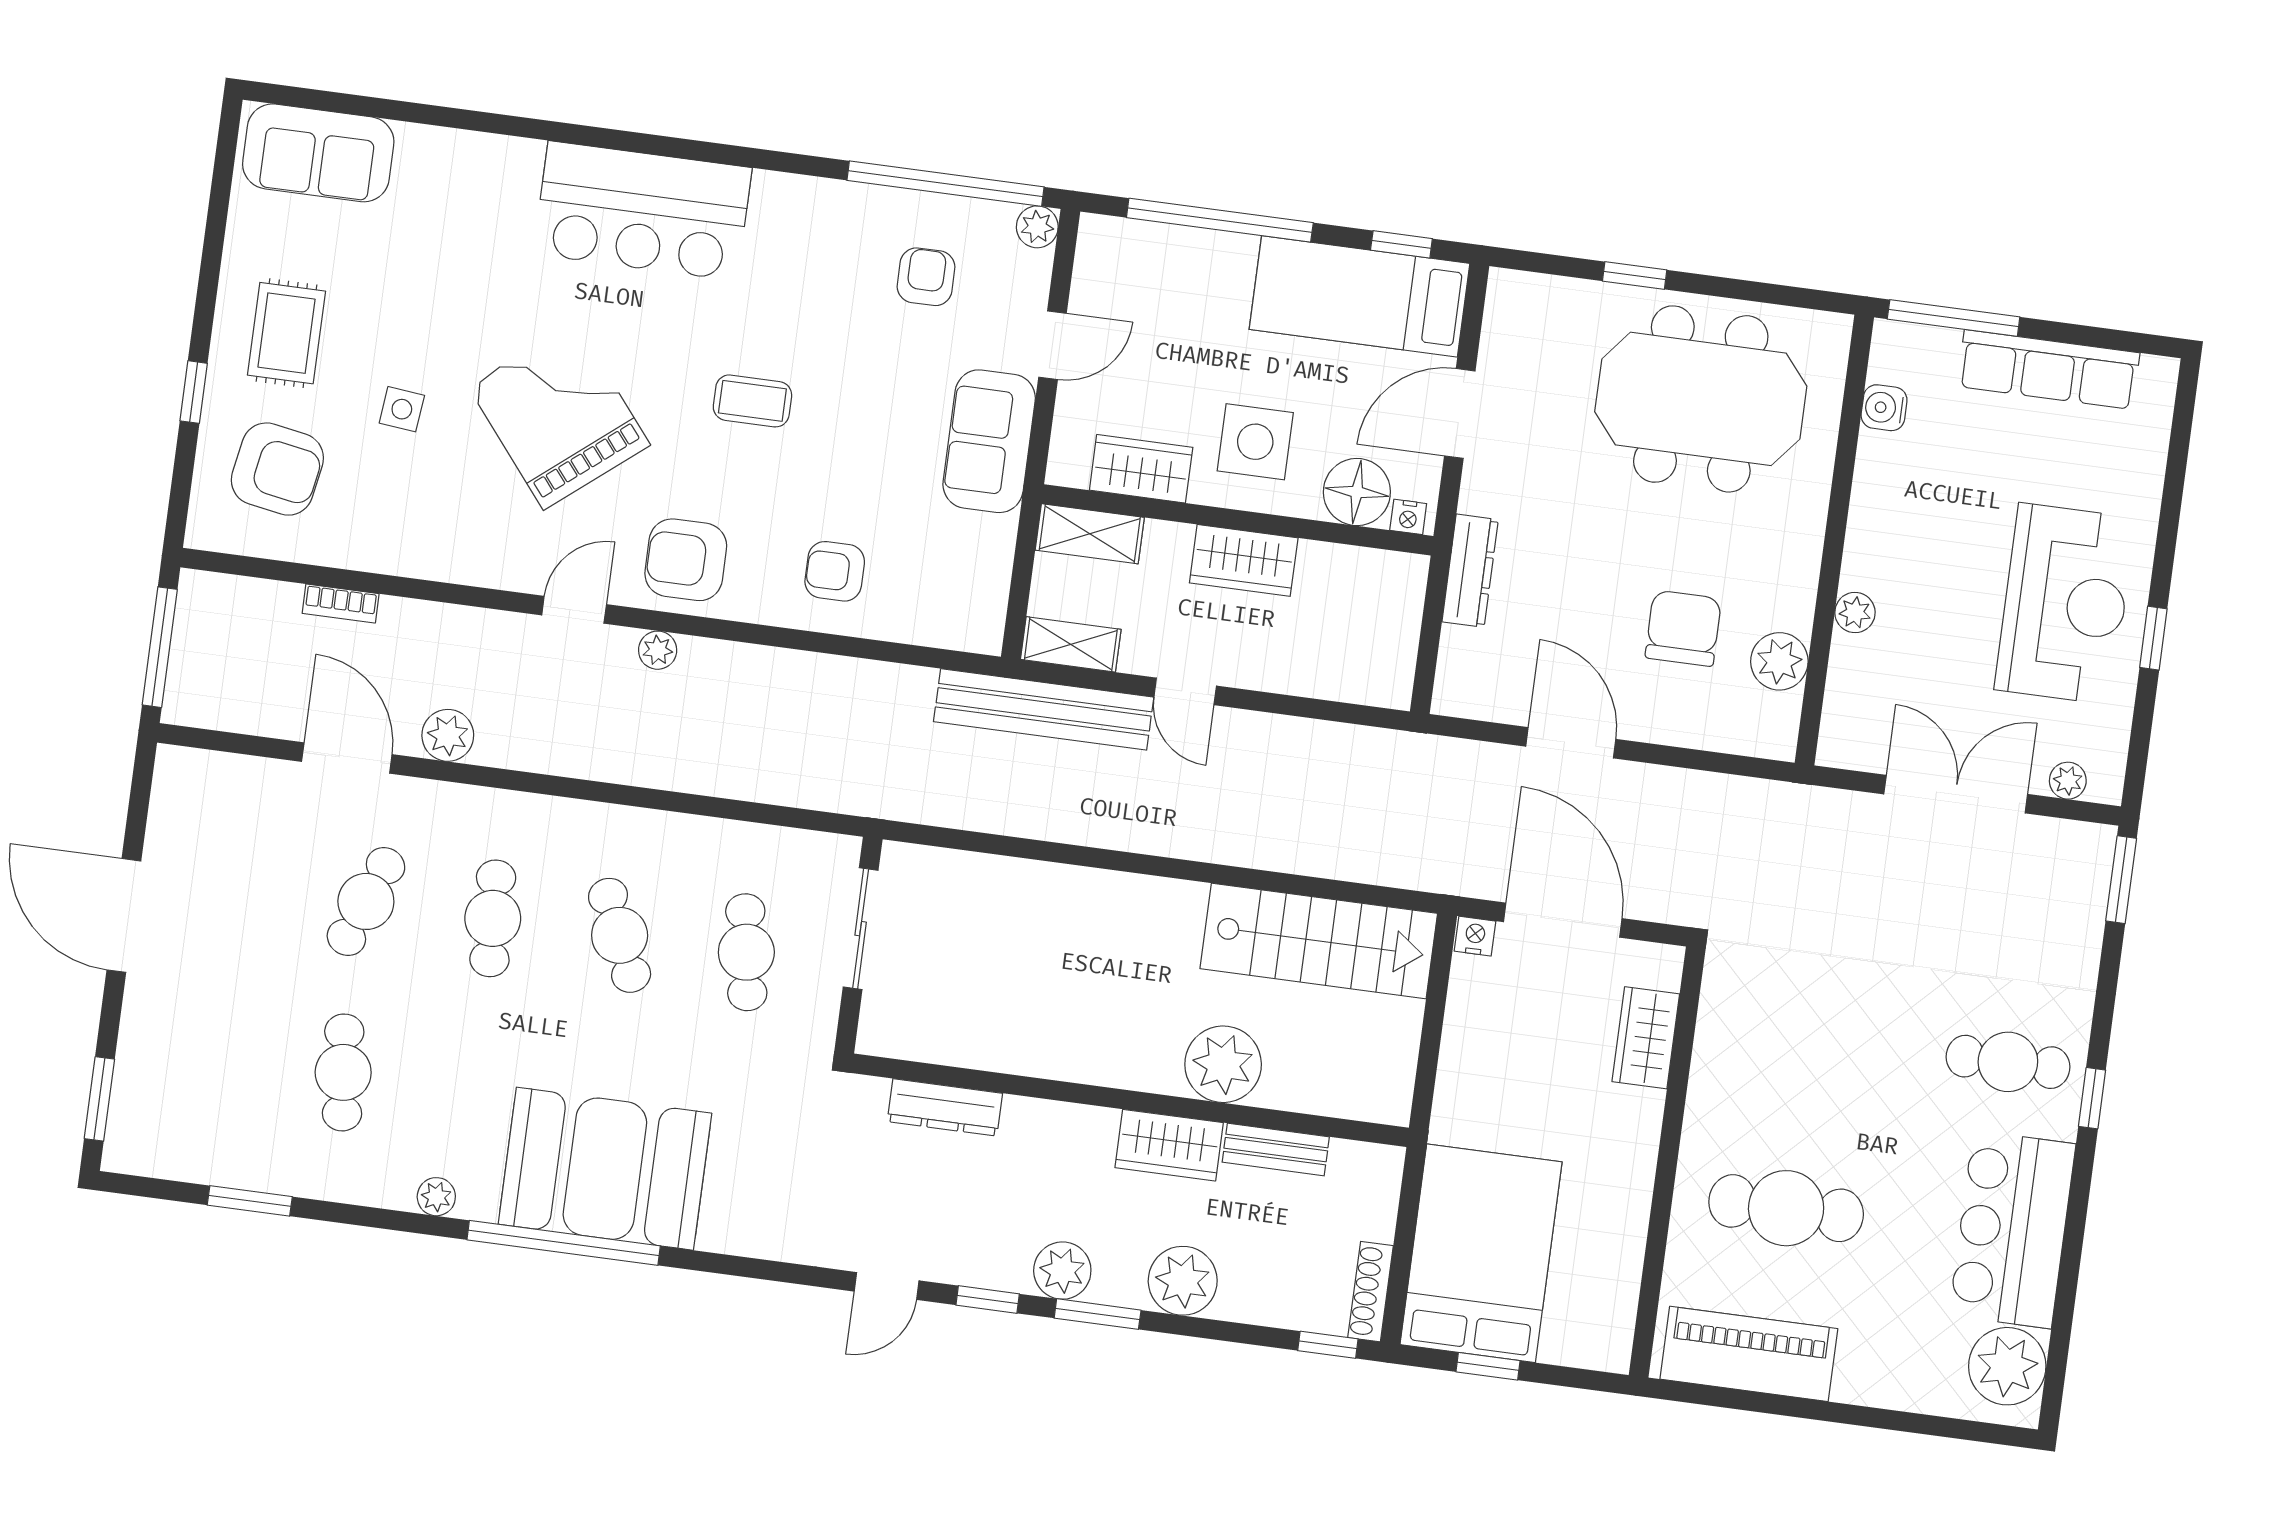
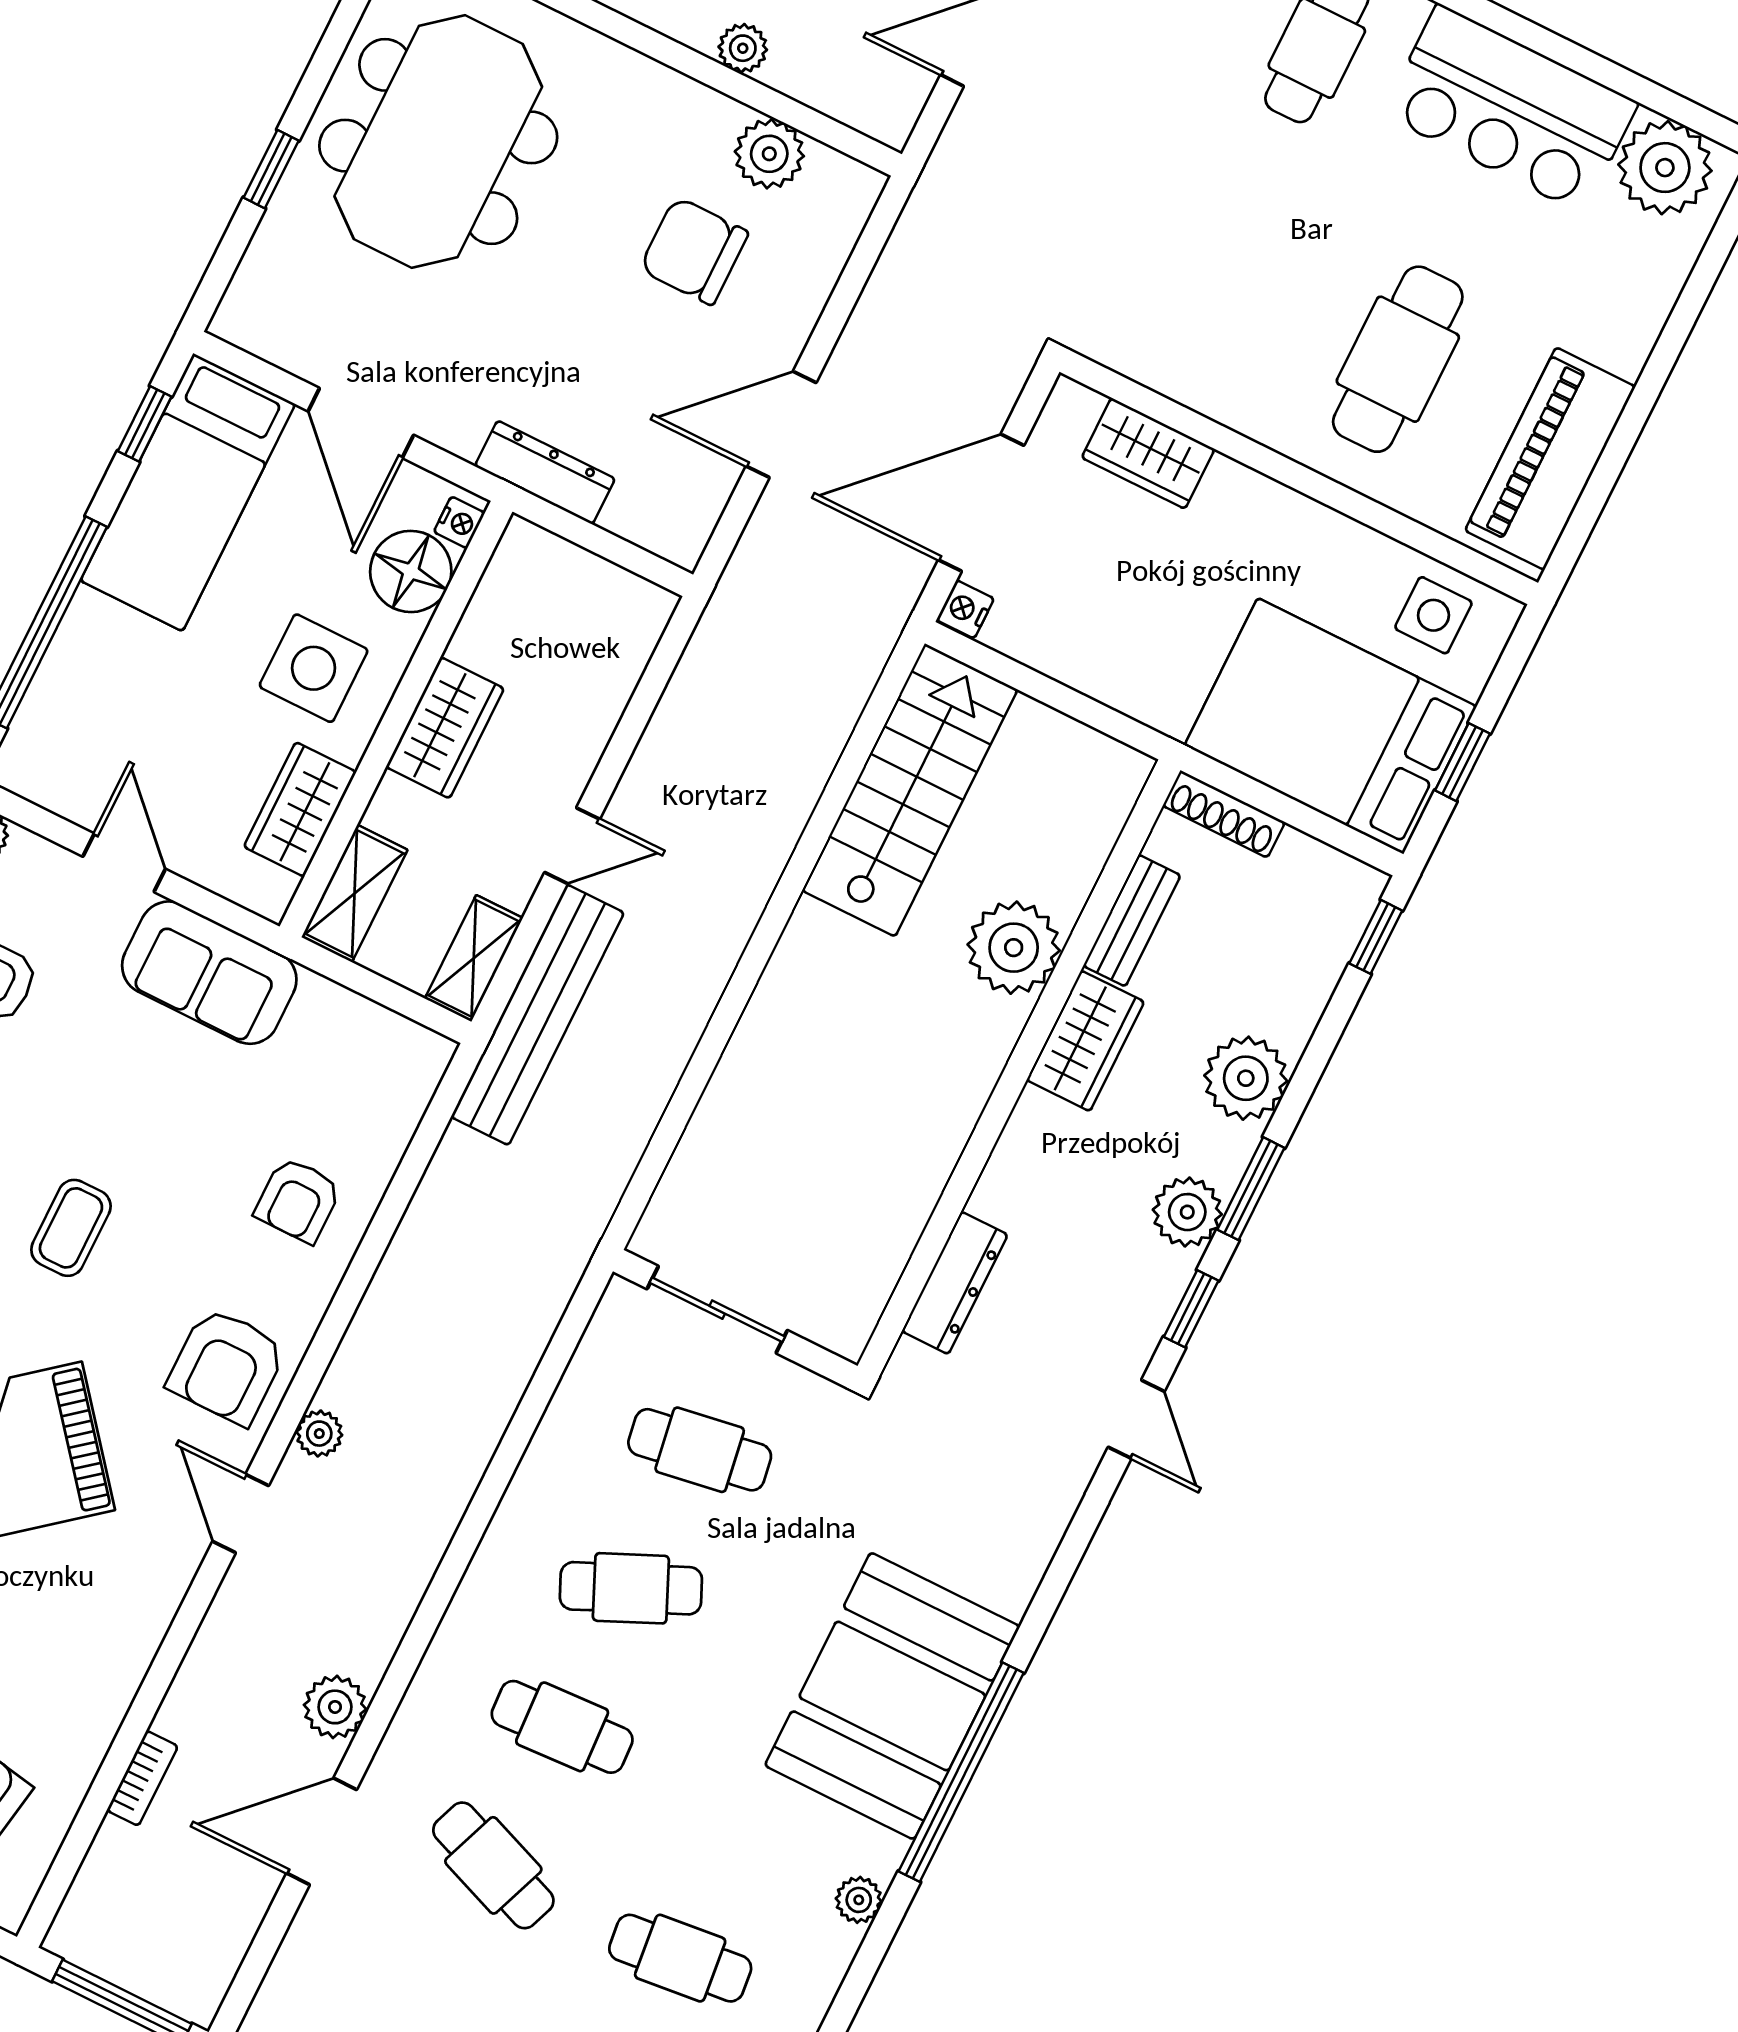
shoe rack: (1371, 1292) -> (1224, 814), moved
side table: (1595, 1304) -> (1433, 615), added

